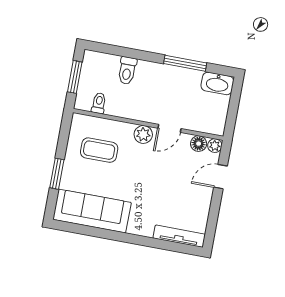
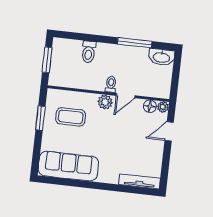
toilet: (99, 103) -> (111, 84), moved
window: (57, 174) -> (40, 118), moved

